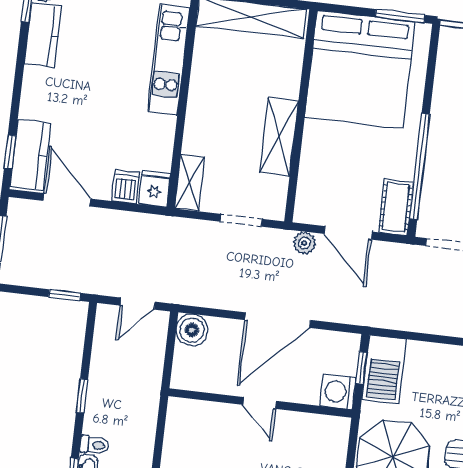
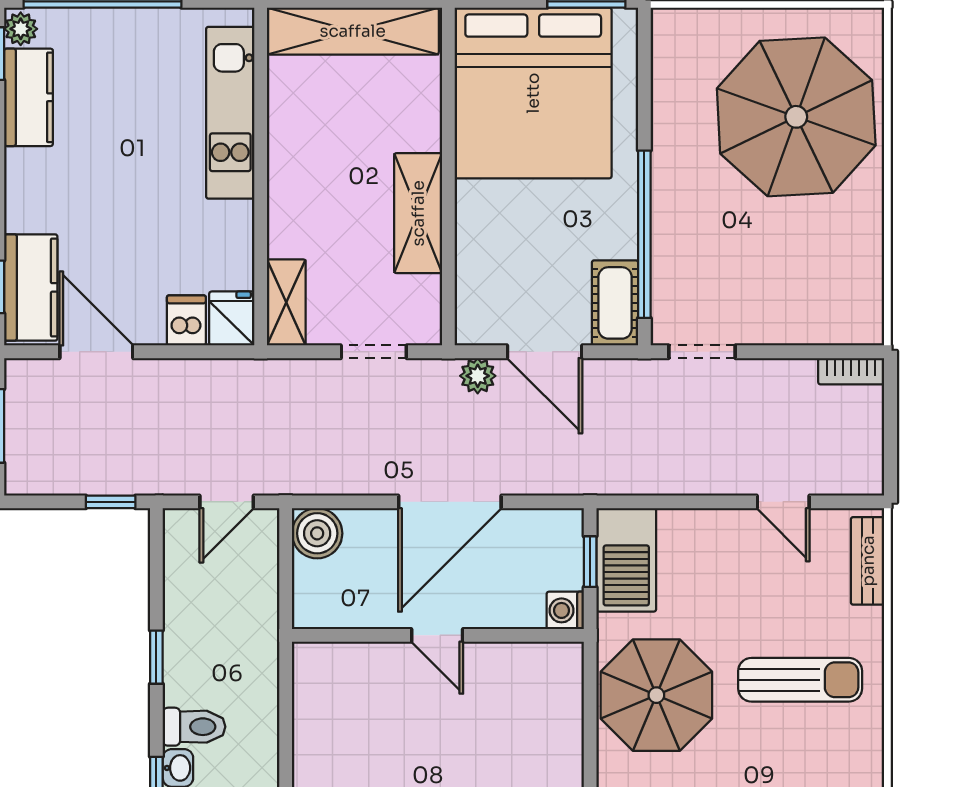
washing machine: (338, 392) -> (565, 610), width x0.73, depth x0.73
toilet: (95, 445) -> (194, 727), width x1.37, depth x1.39

